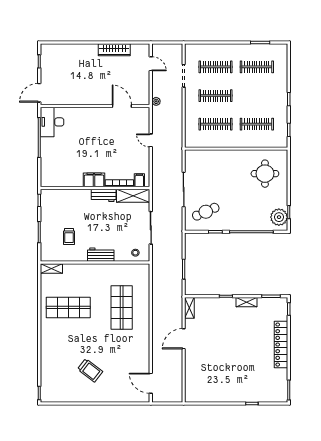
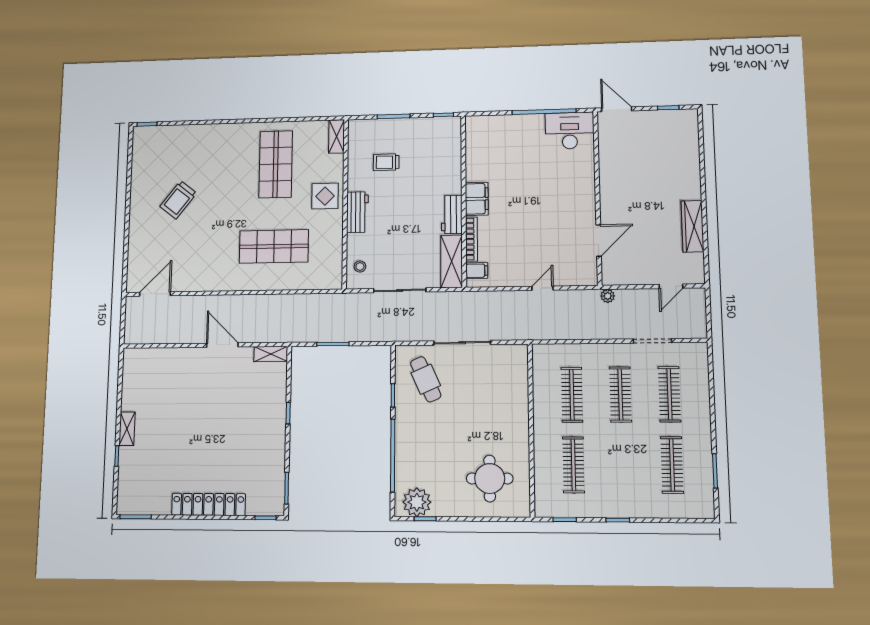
display table: (90, 275) -> (325, 196), added
shelving: (246, 302) -> (127, 429), moved

